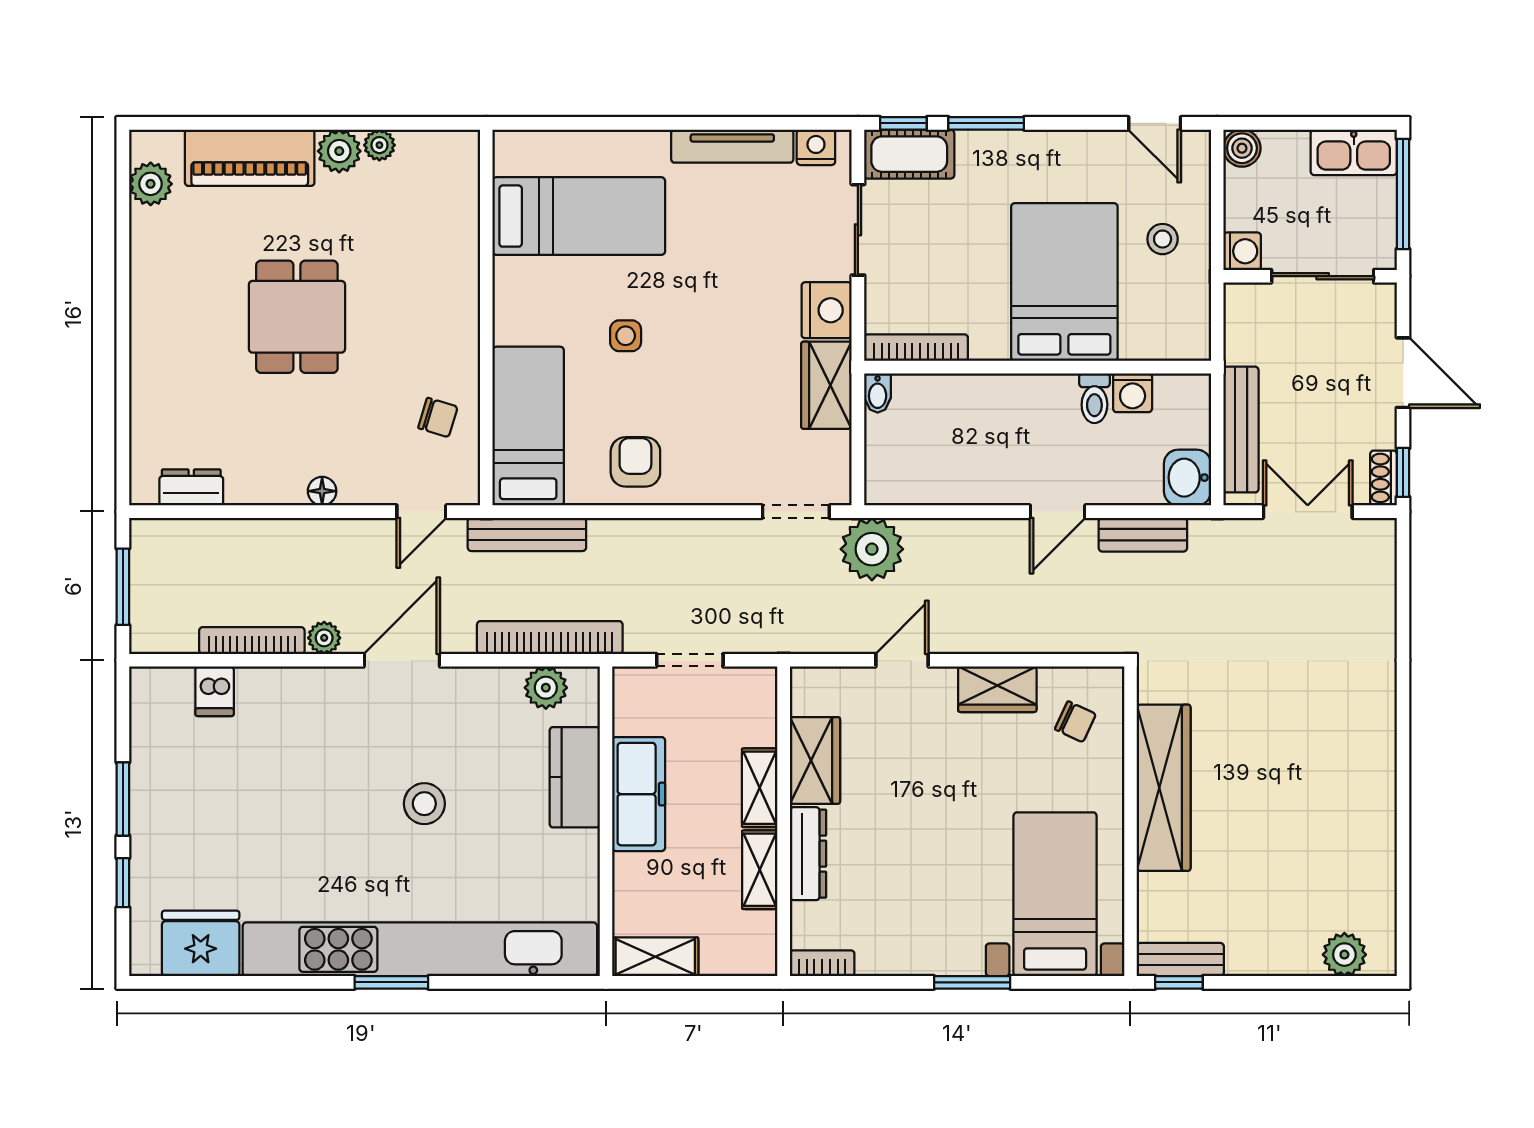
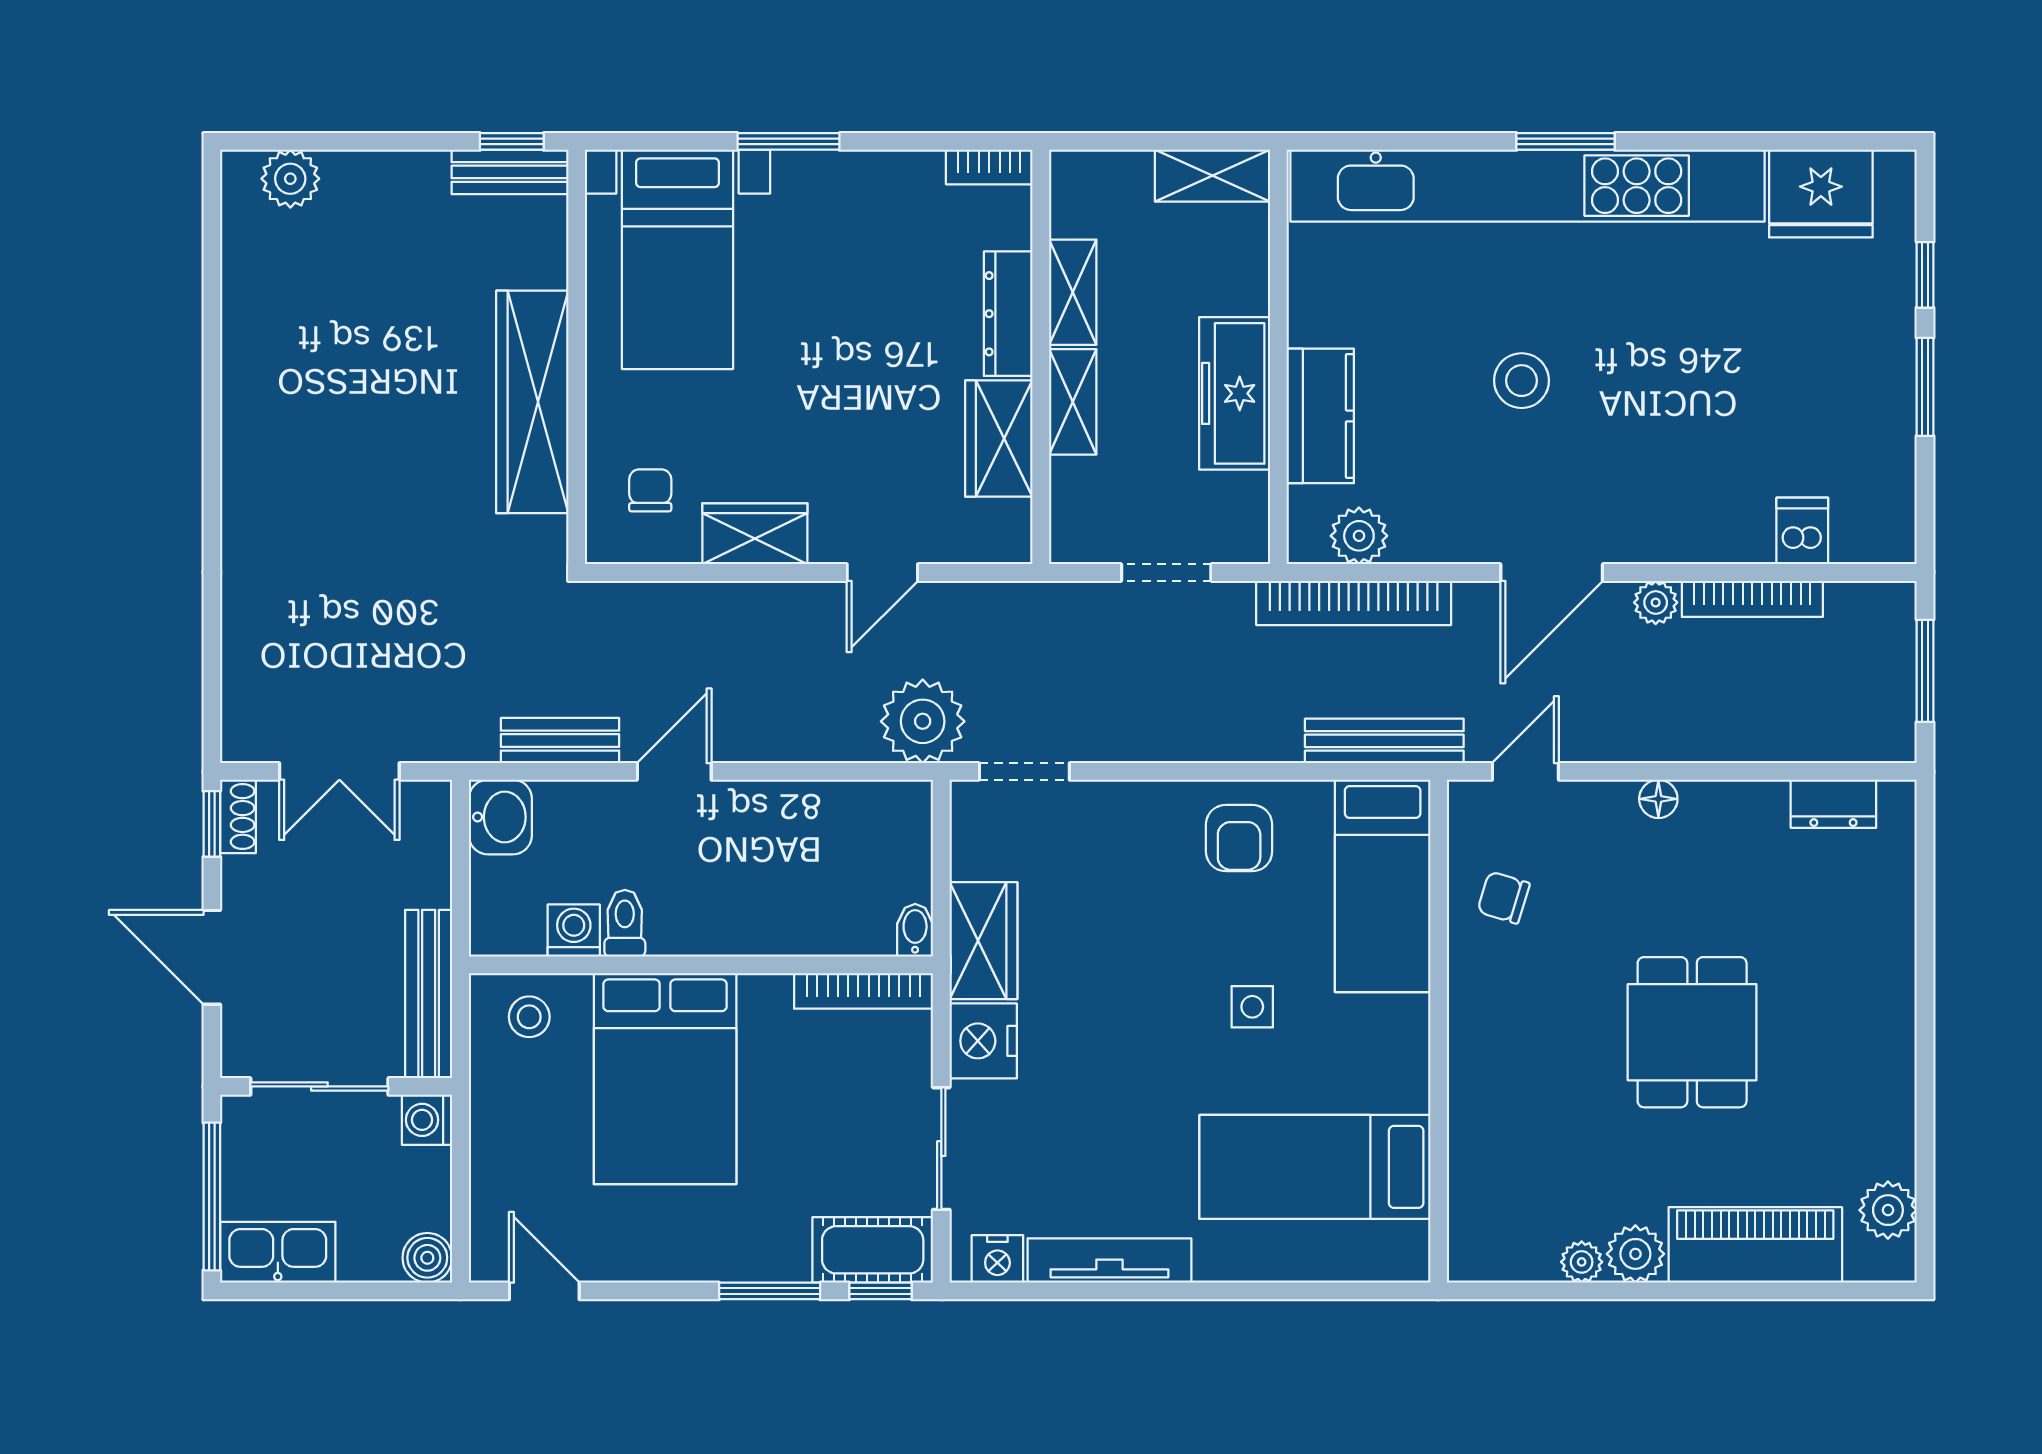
stool: (1163, 239) -> (529, 1017), moved
bench: (1241, 430) -> (429, 994), moved
chair: (1075, 722) -> (650, 490), turned 65

